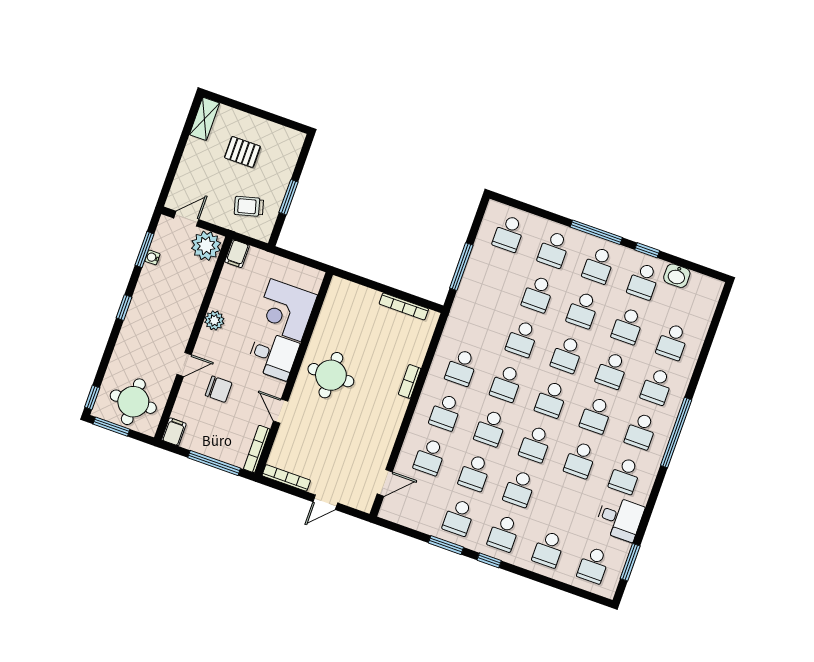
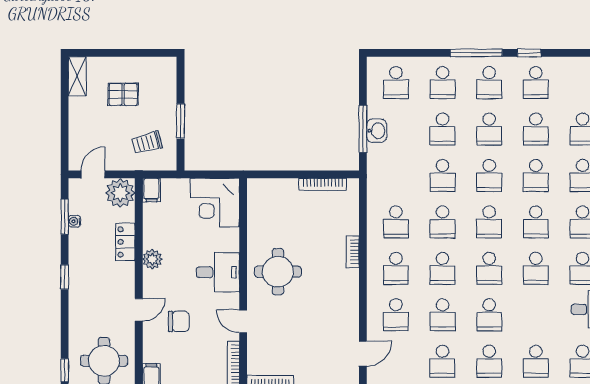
washbasin: (677, 276) -> (377, 131), moved, turned -90
locker: (194, 295) -> (125, 242), added
corner desk: (286, 310) -> (215, 203), moved

